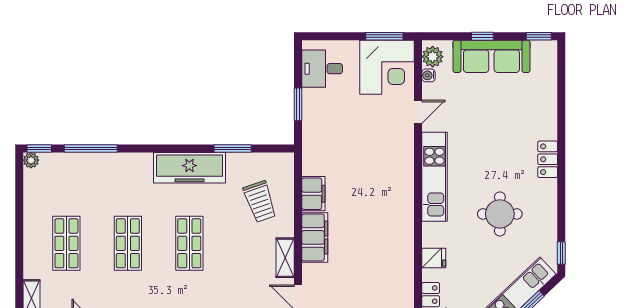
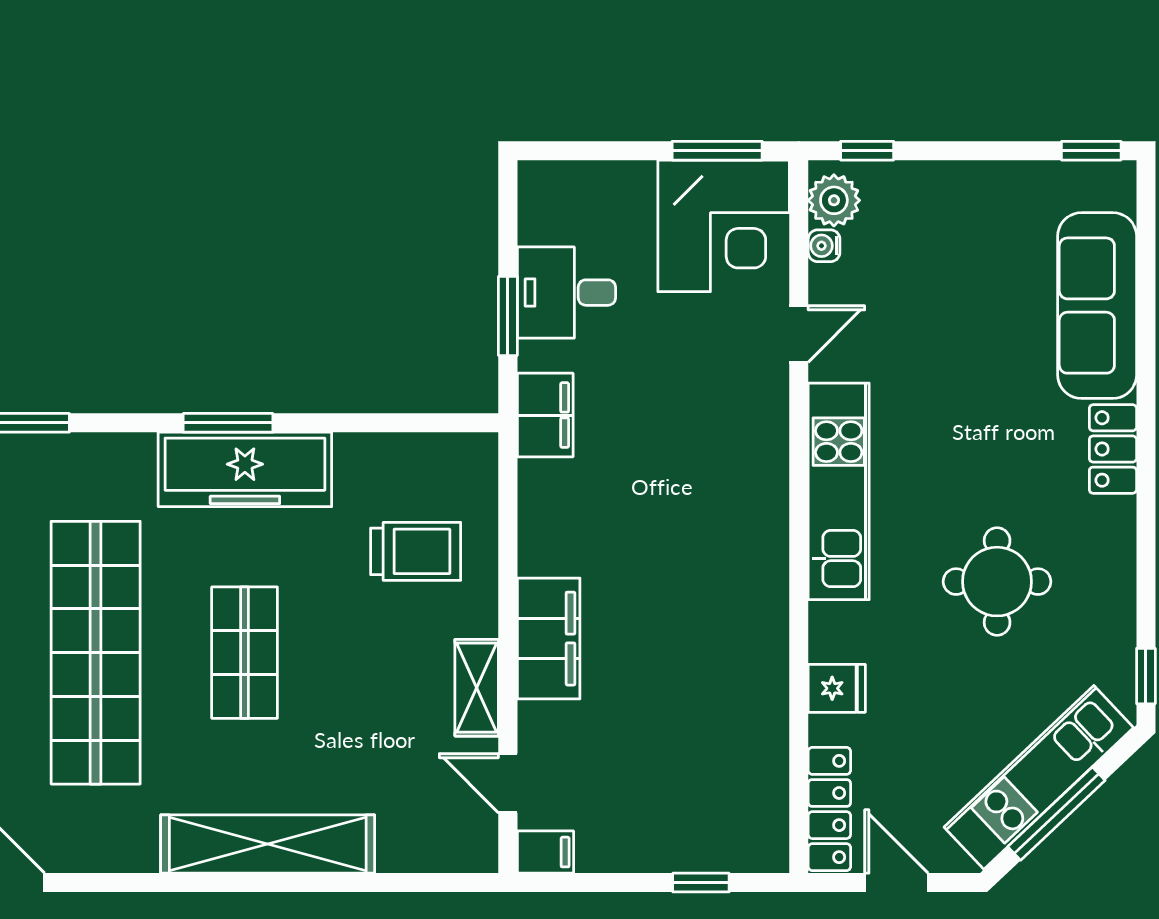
window: (482, 36) -> (867, 151), moved
sofa: (491, 56) -> (1097, 306), moved, turned 90
desk: (322, 69) -> (566, 293), moved
window: (233, 148) -> (228, 423), moved
filing cabinet: (313, 194) -> (545, 415), moved
trolley: (260, 202) -> (416, 551), turned -71
shop shelf: (128, 243) -> (96, 653), width x2.00, depth x1.36

